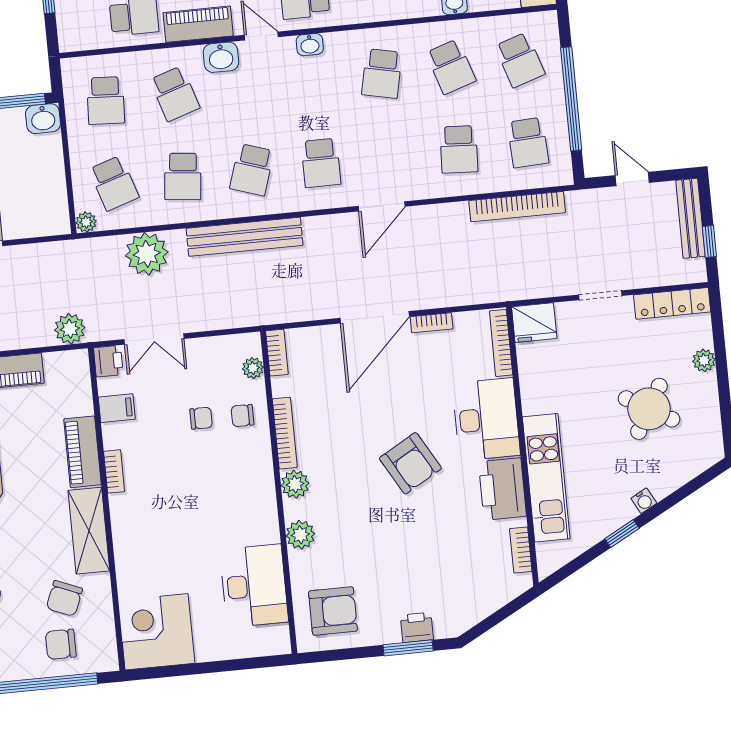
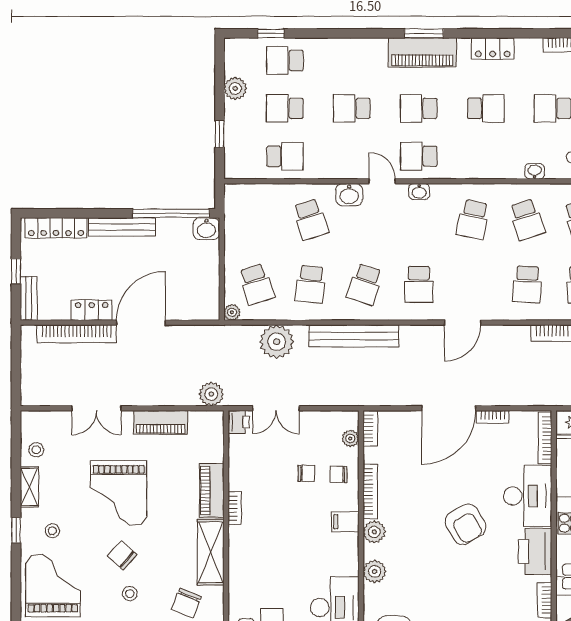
piano: (198, 24) -> (334, 167), removed
school desk: (106, 101) -> (256, 220), removed
filing cabinet: (117, 408) -> (345, 522), moved, turned 180

